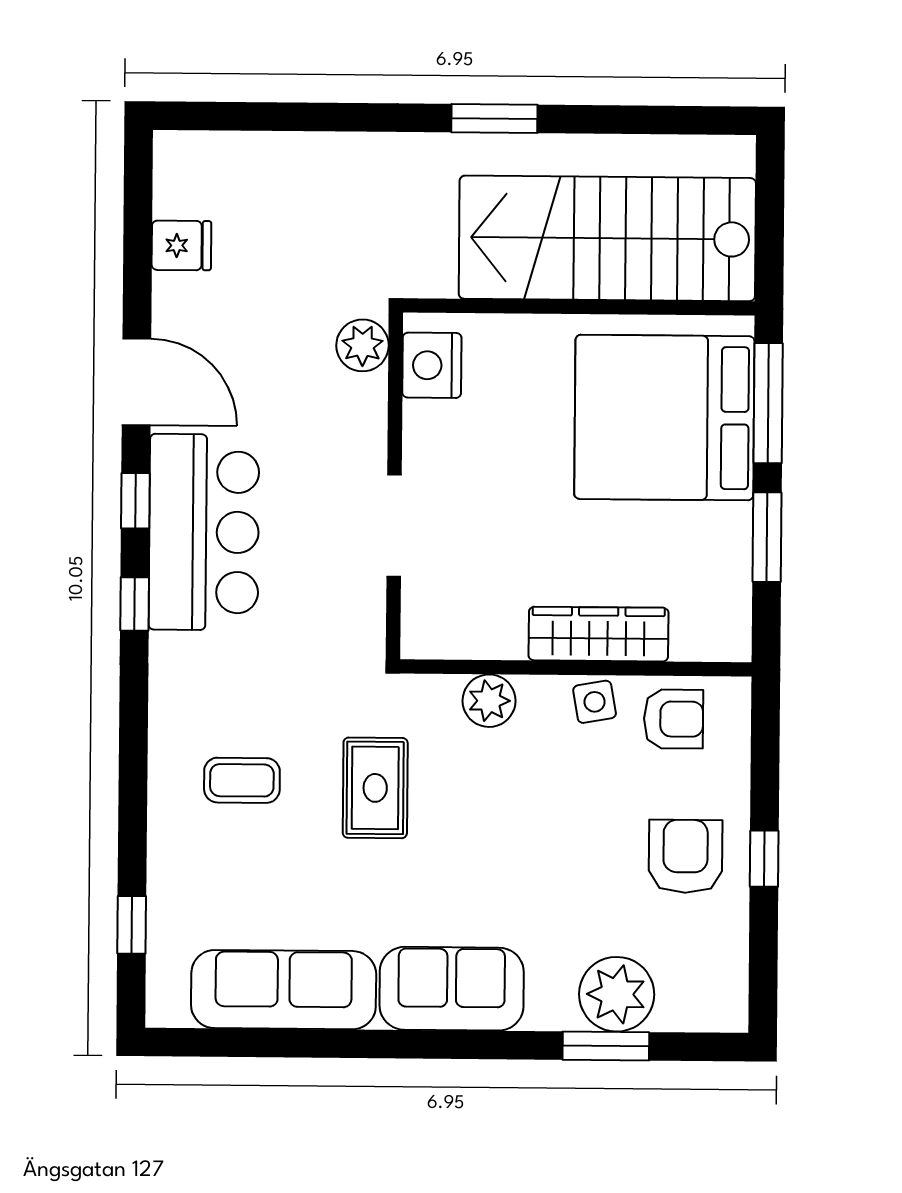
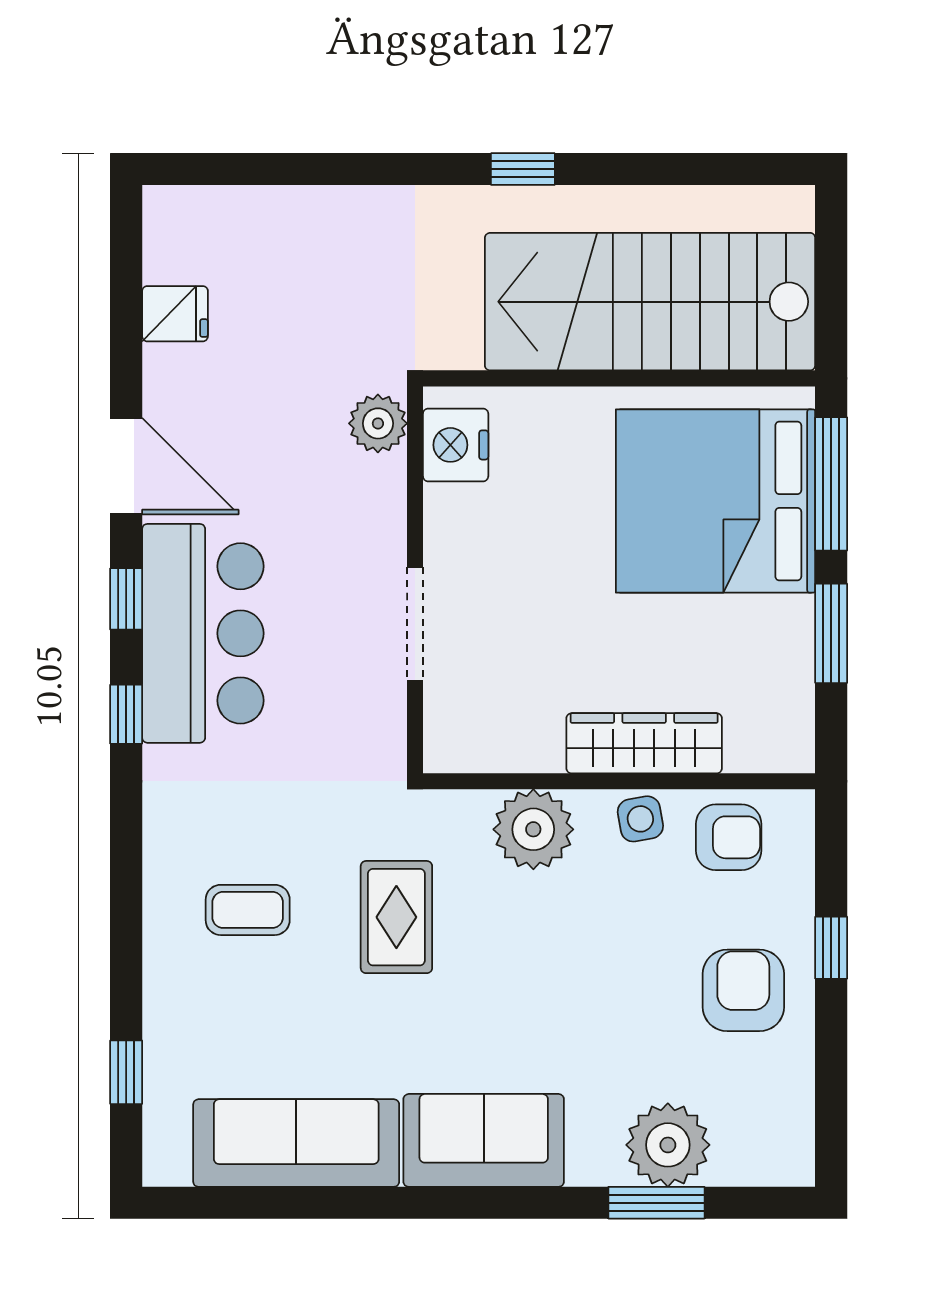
window: (494, 119) -> (523, 169), width x0.67
plant: (489, 701) -> (533, 829), width x1.36, depth x1.36
window: (764, 859) -> (831, 948), moved

